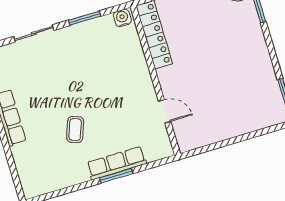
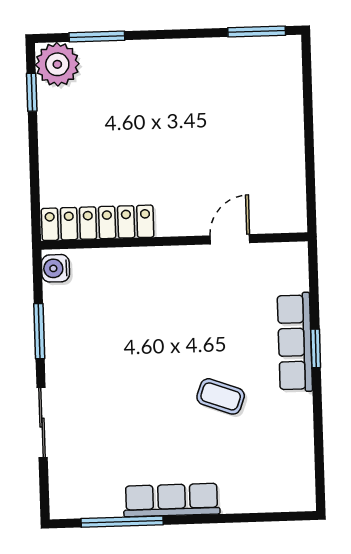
window: (116, 176) -> (316, 348), width x0.67

